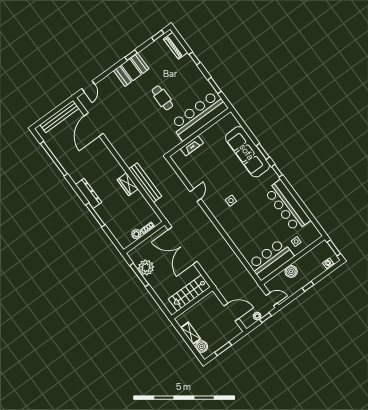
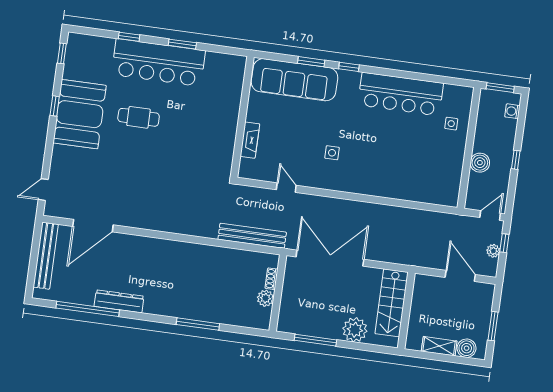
piano: (176, 46) -> (94, 44), removed
booth: (131, 70) -> (80, 114), width x1.36, depth x1.42
door: (88, 87) -> (43, 190), swing flipped
bar counter: (199, 116) -> (158, 63), moved, turned -90
door: (94, 125) -> (93, 226), hinge flipped
wall: (199, 132) -> (242, 117), moved
fireplace: (192, 146) -> (250, 140), moved
bench: (145, 183) -> (252, 236), moved
wardrobe: (128, 184) -> (199, 253), removed
dresser: (89, 193) -> (119, 301), moved
double door: (183, 246) -> (330, 258), swing flipped
bar counter: (271, 259) -> (444, 172), removed
plant: (146, 267) -> (355, 330), moved
door: (231, 312) -> (460, 276), hinge flipped

